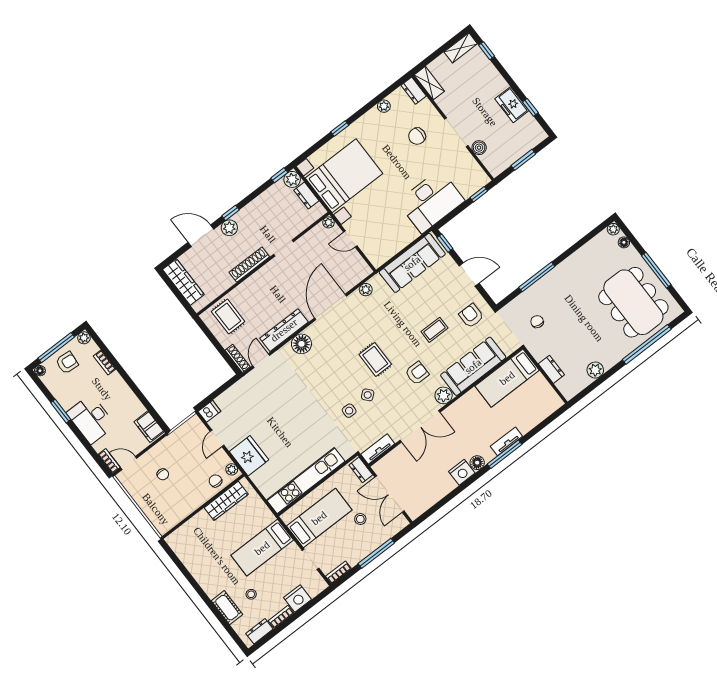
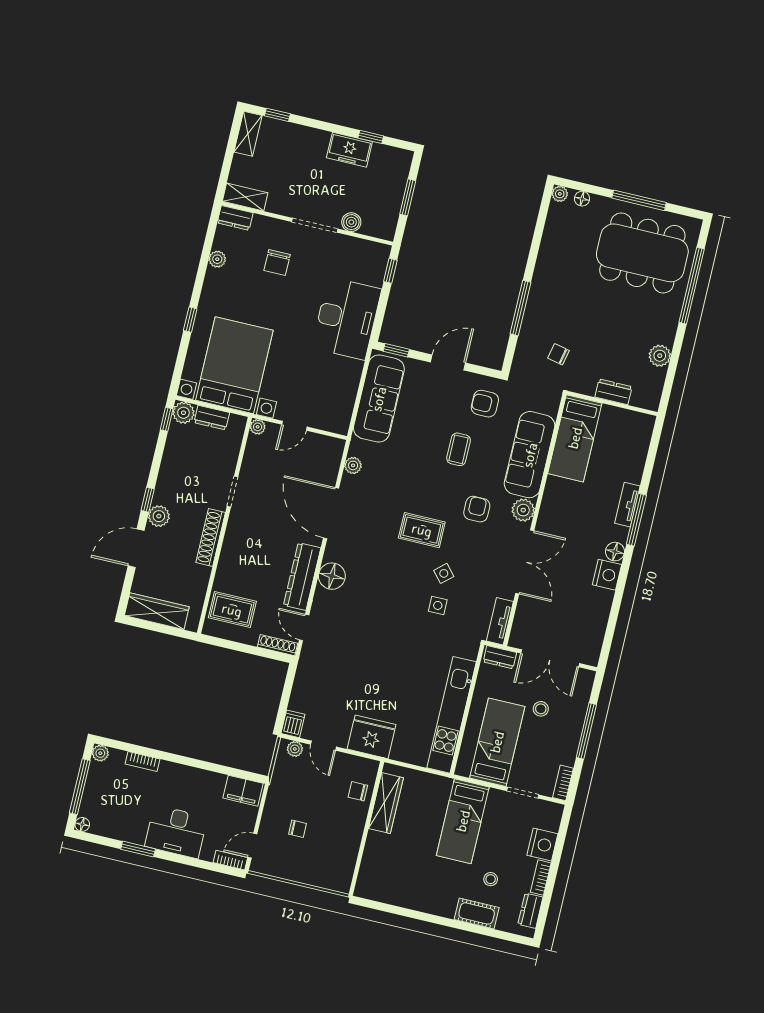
armchair: (67, 363) -> (104, 793), removed
plant: (232, 469) -> (295, 749), moved

